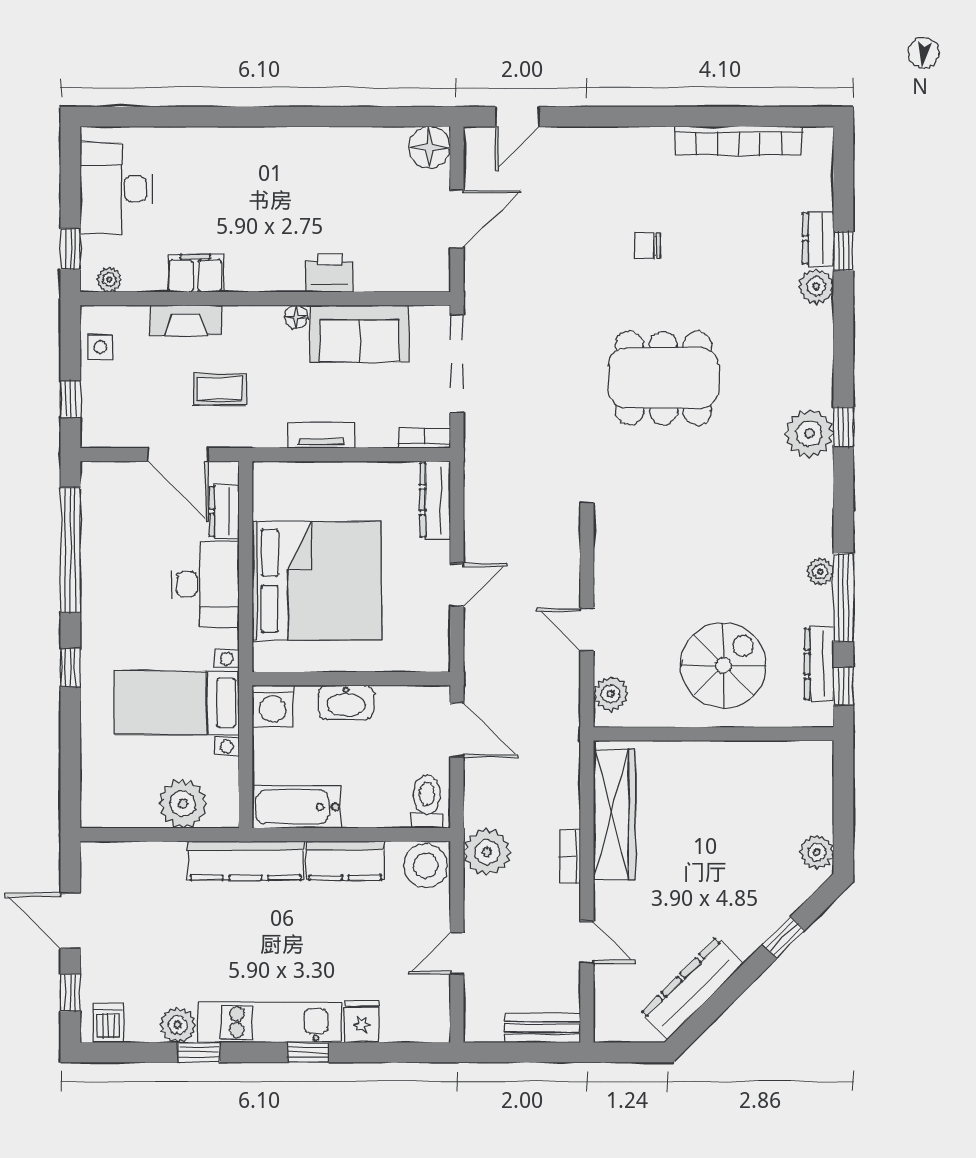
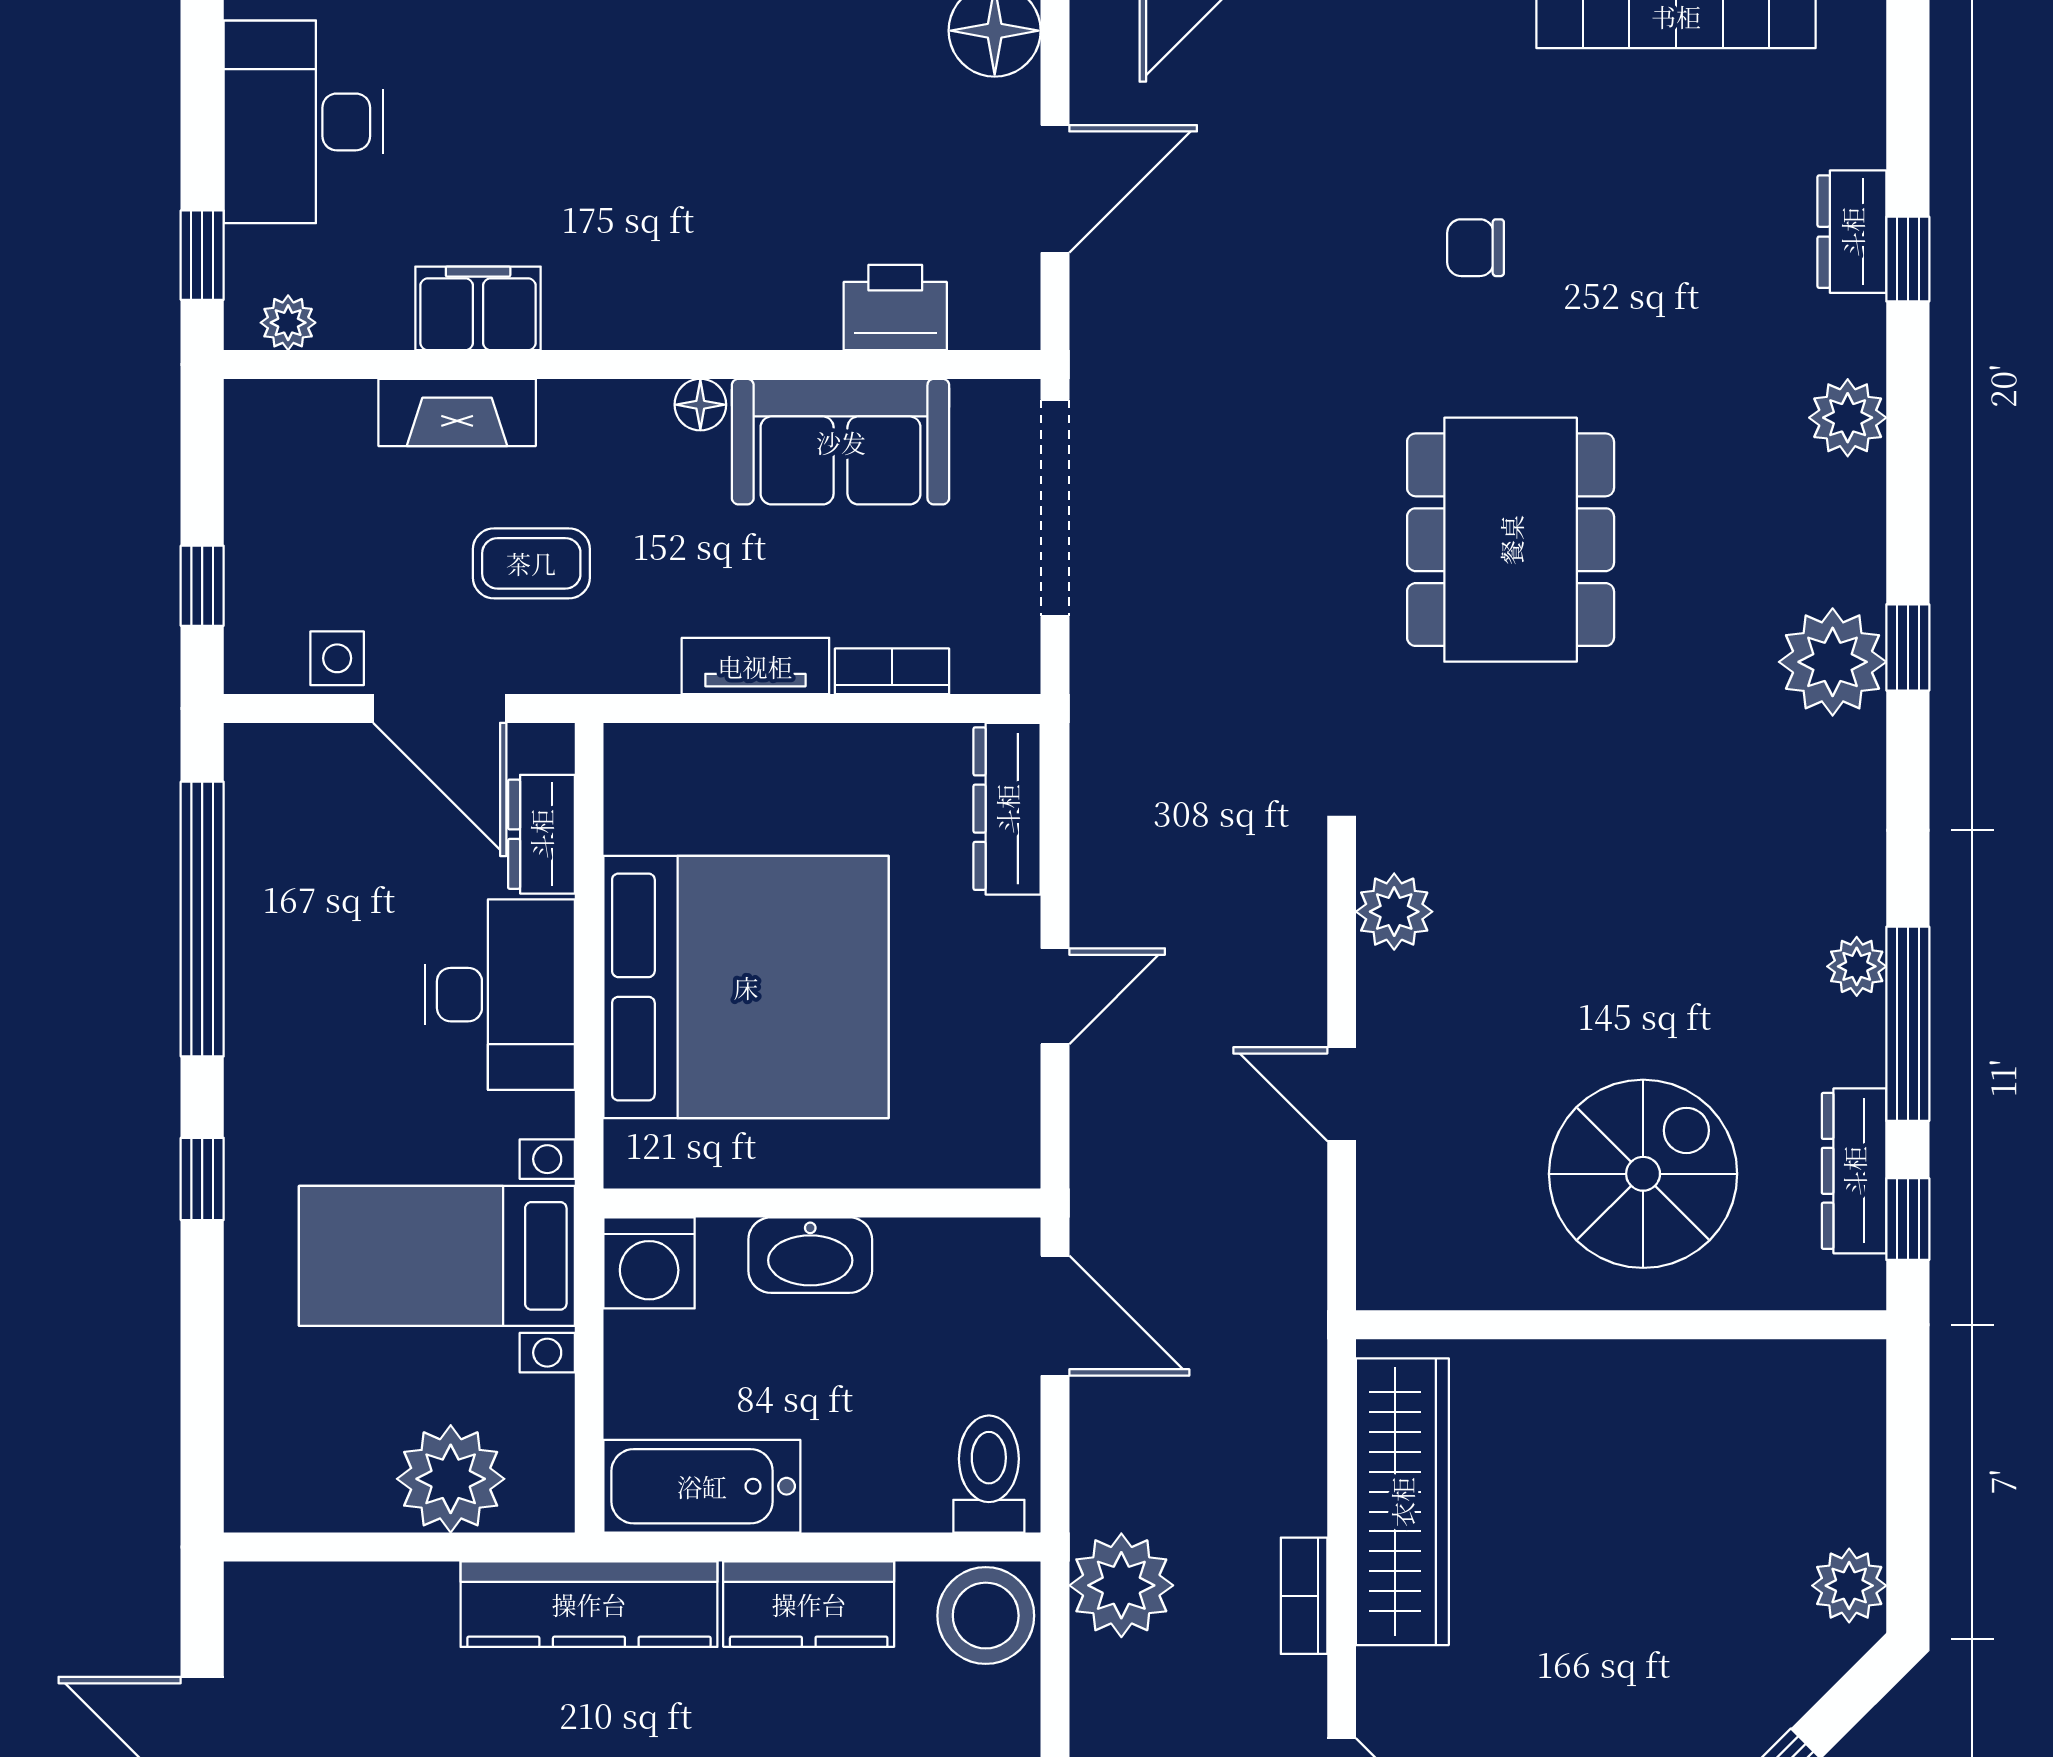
printer: (330, 273) -> (895, 307), moved
plant: (816, 286) -> (1848, 418), moved
side table: (101, 347) -> (337, 658), moved
dining table: (663, 378) -> (1511, 540), turned 90
bookcase: (425, 438) -> (892, 671), moved
plant: (611, 694) -> (1394, 912), moved

